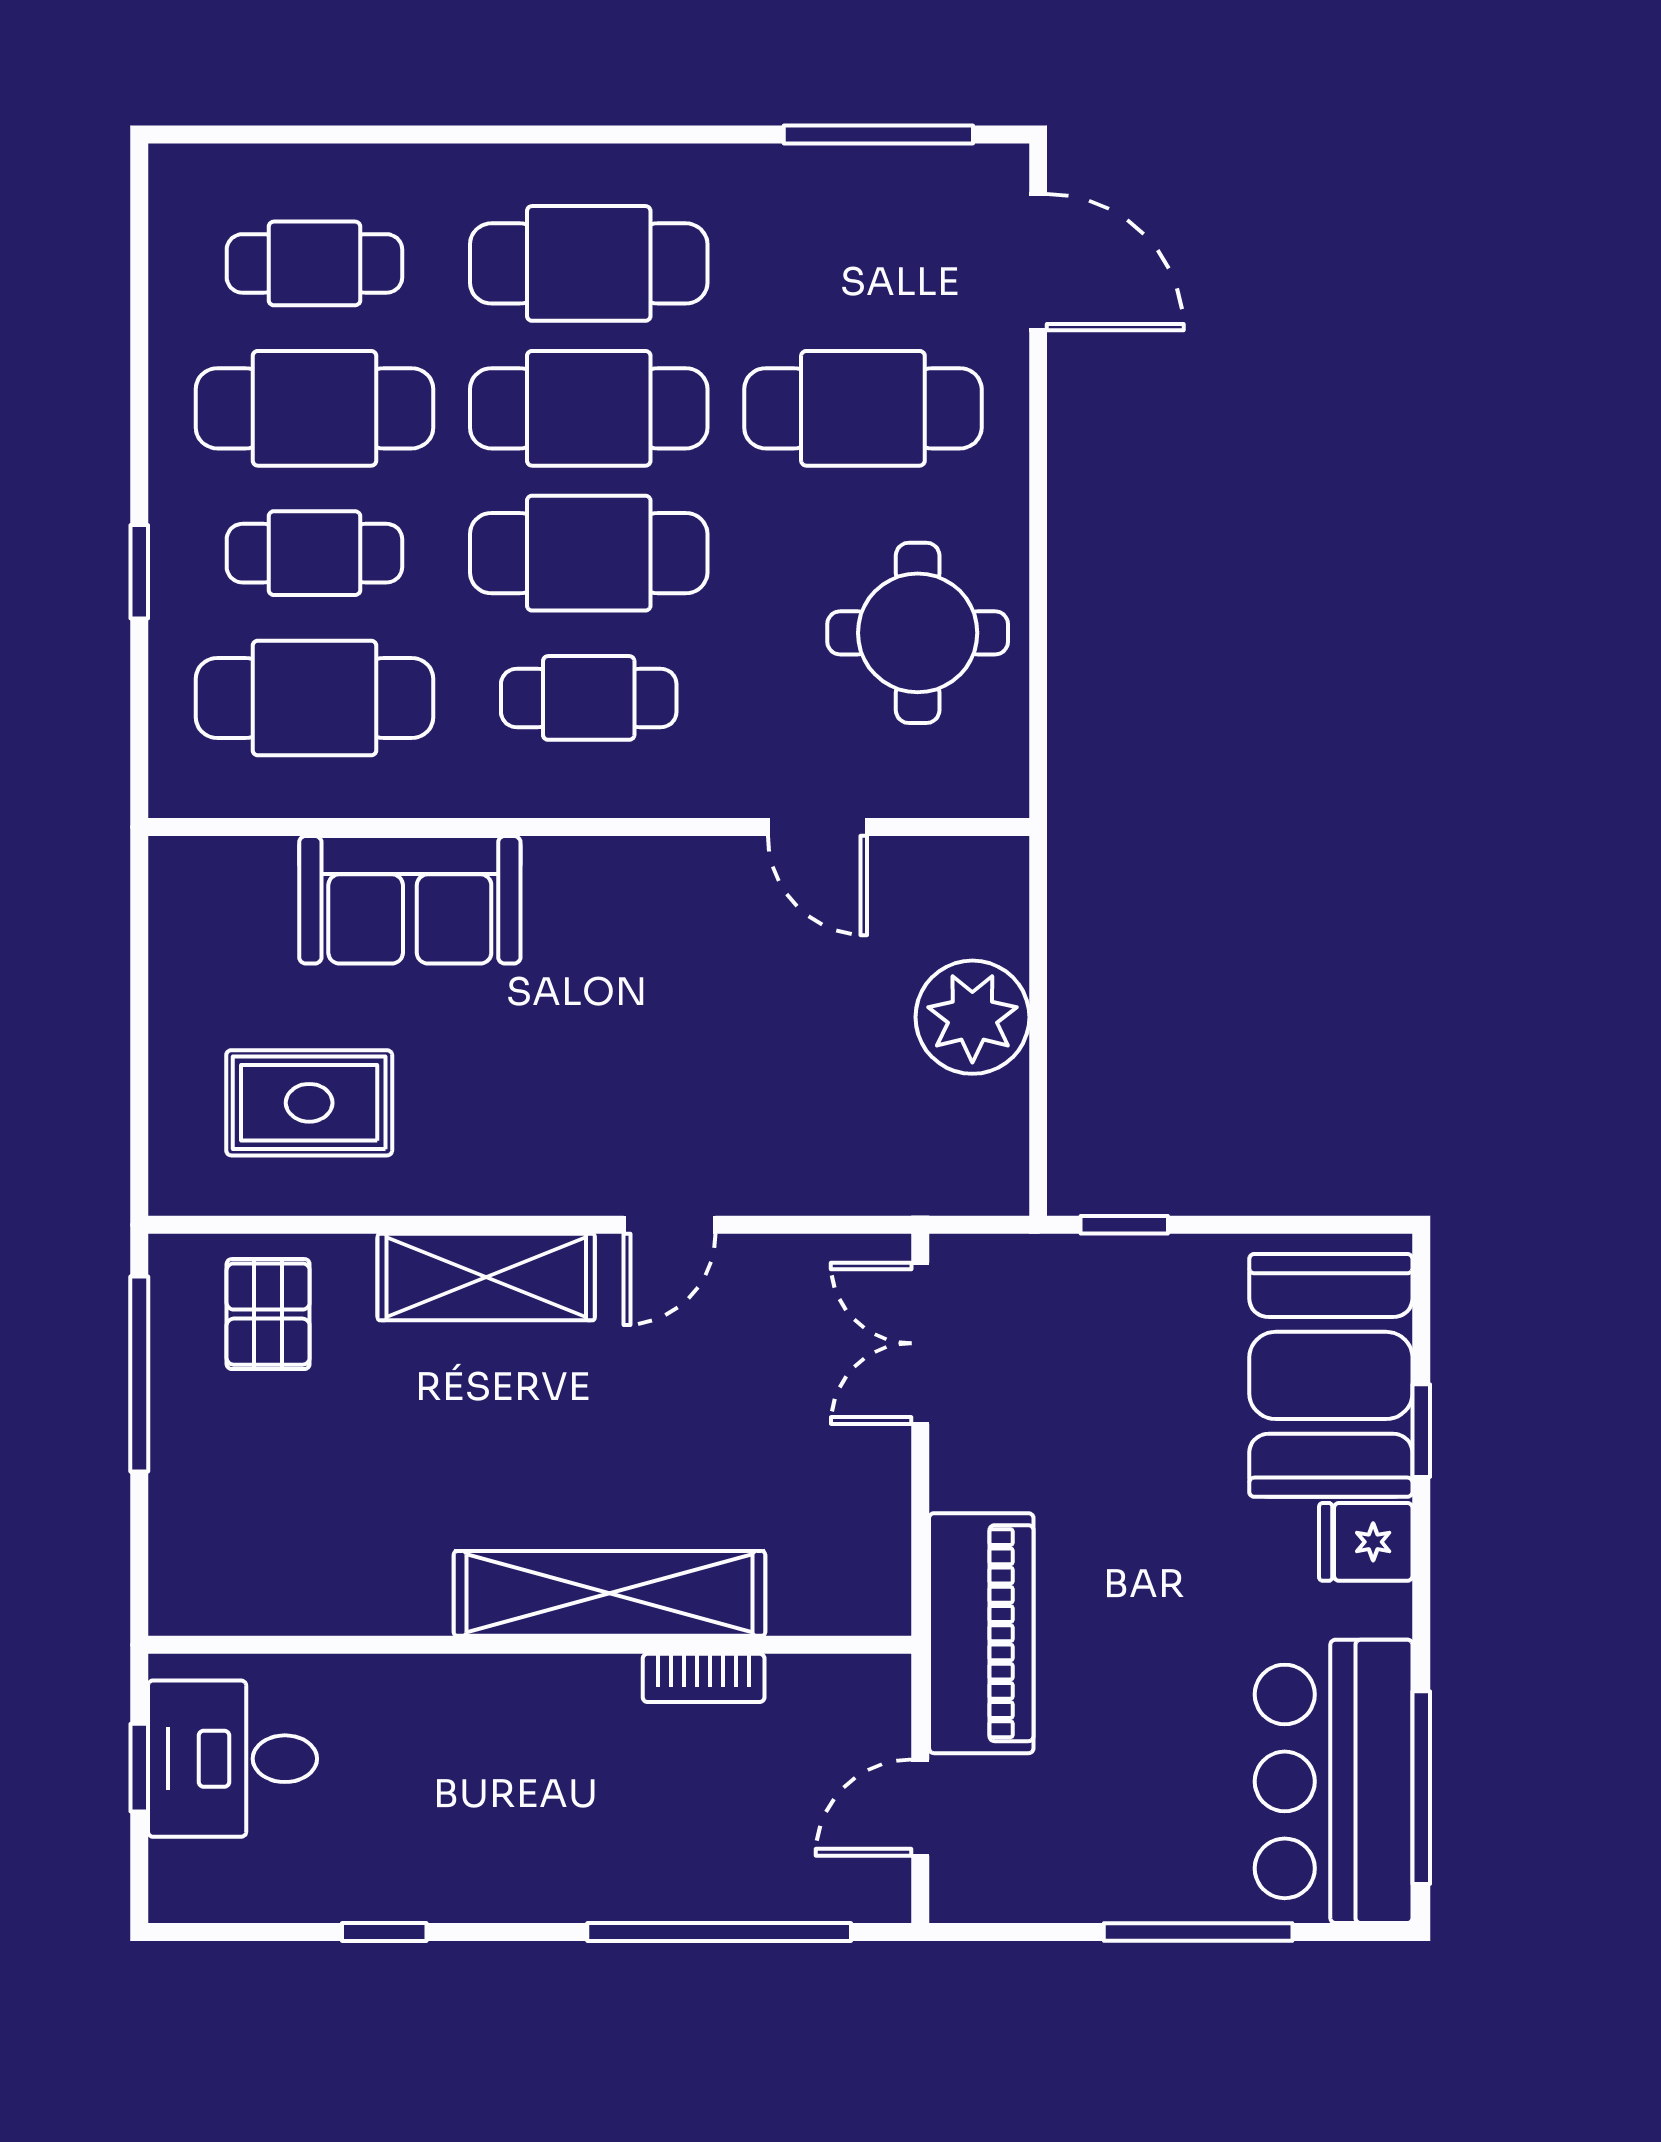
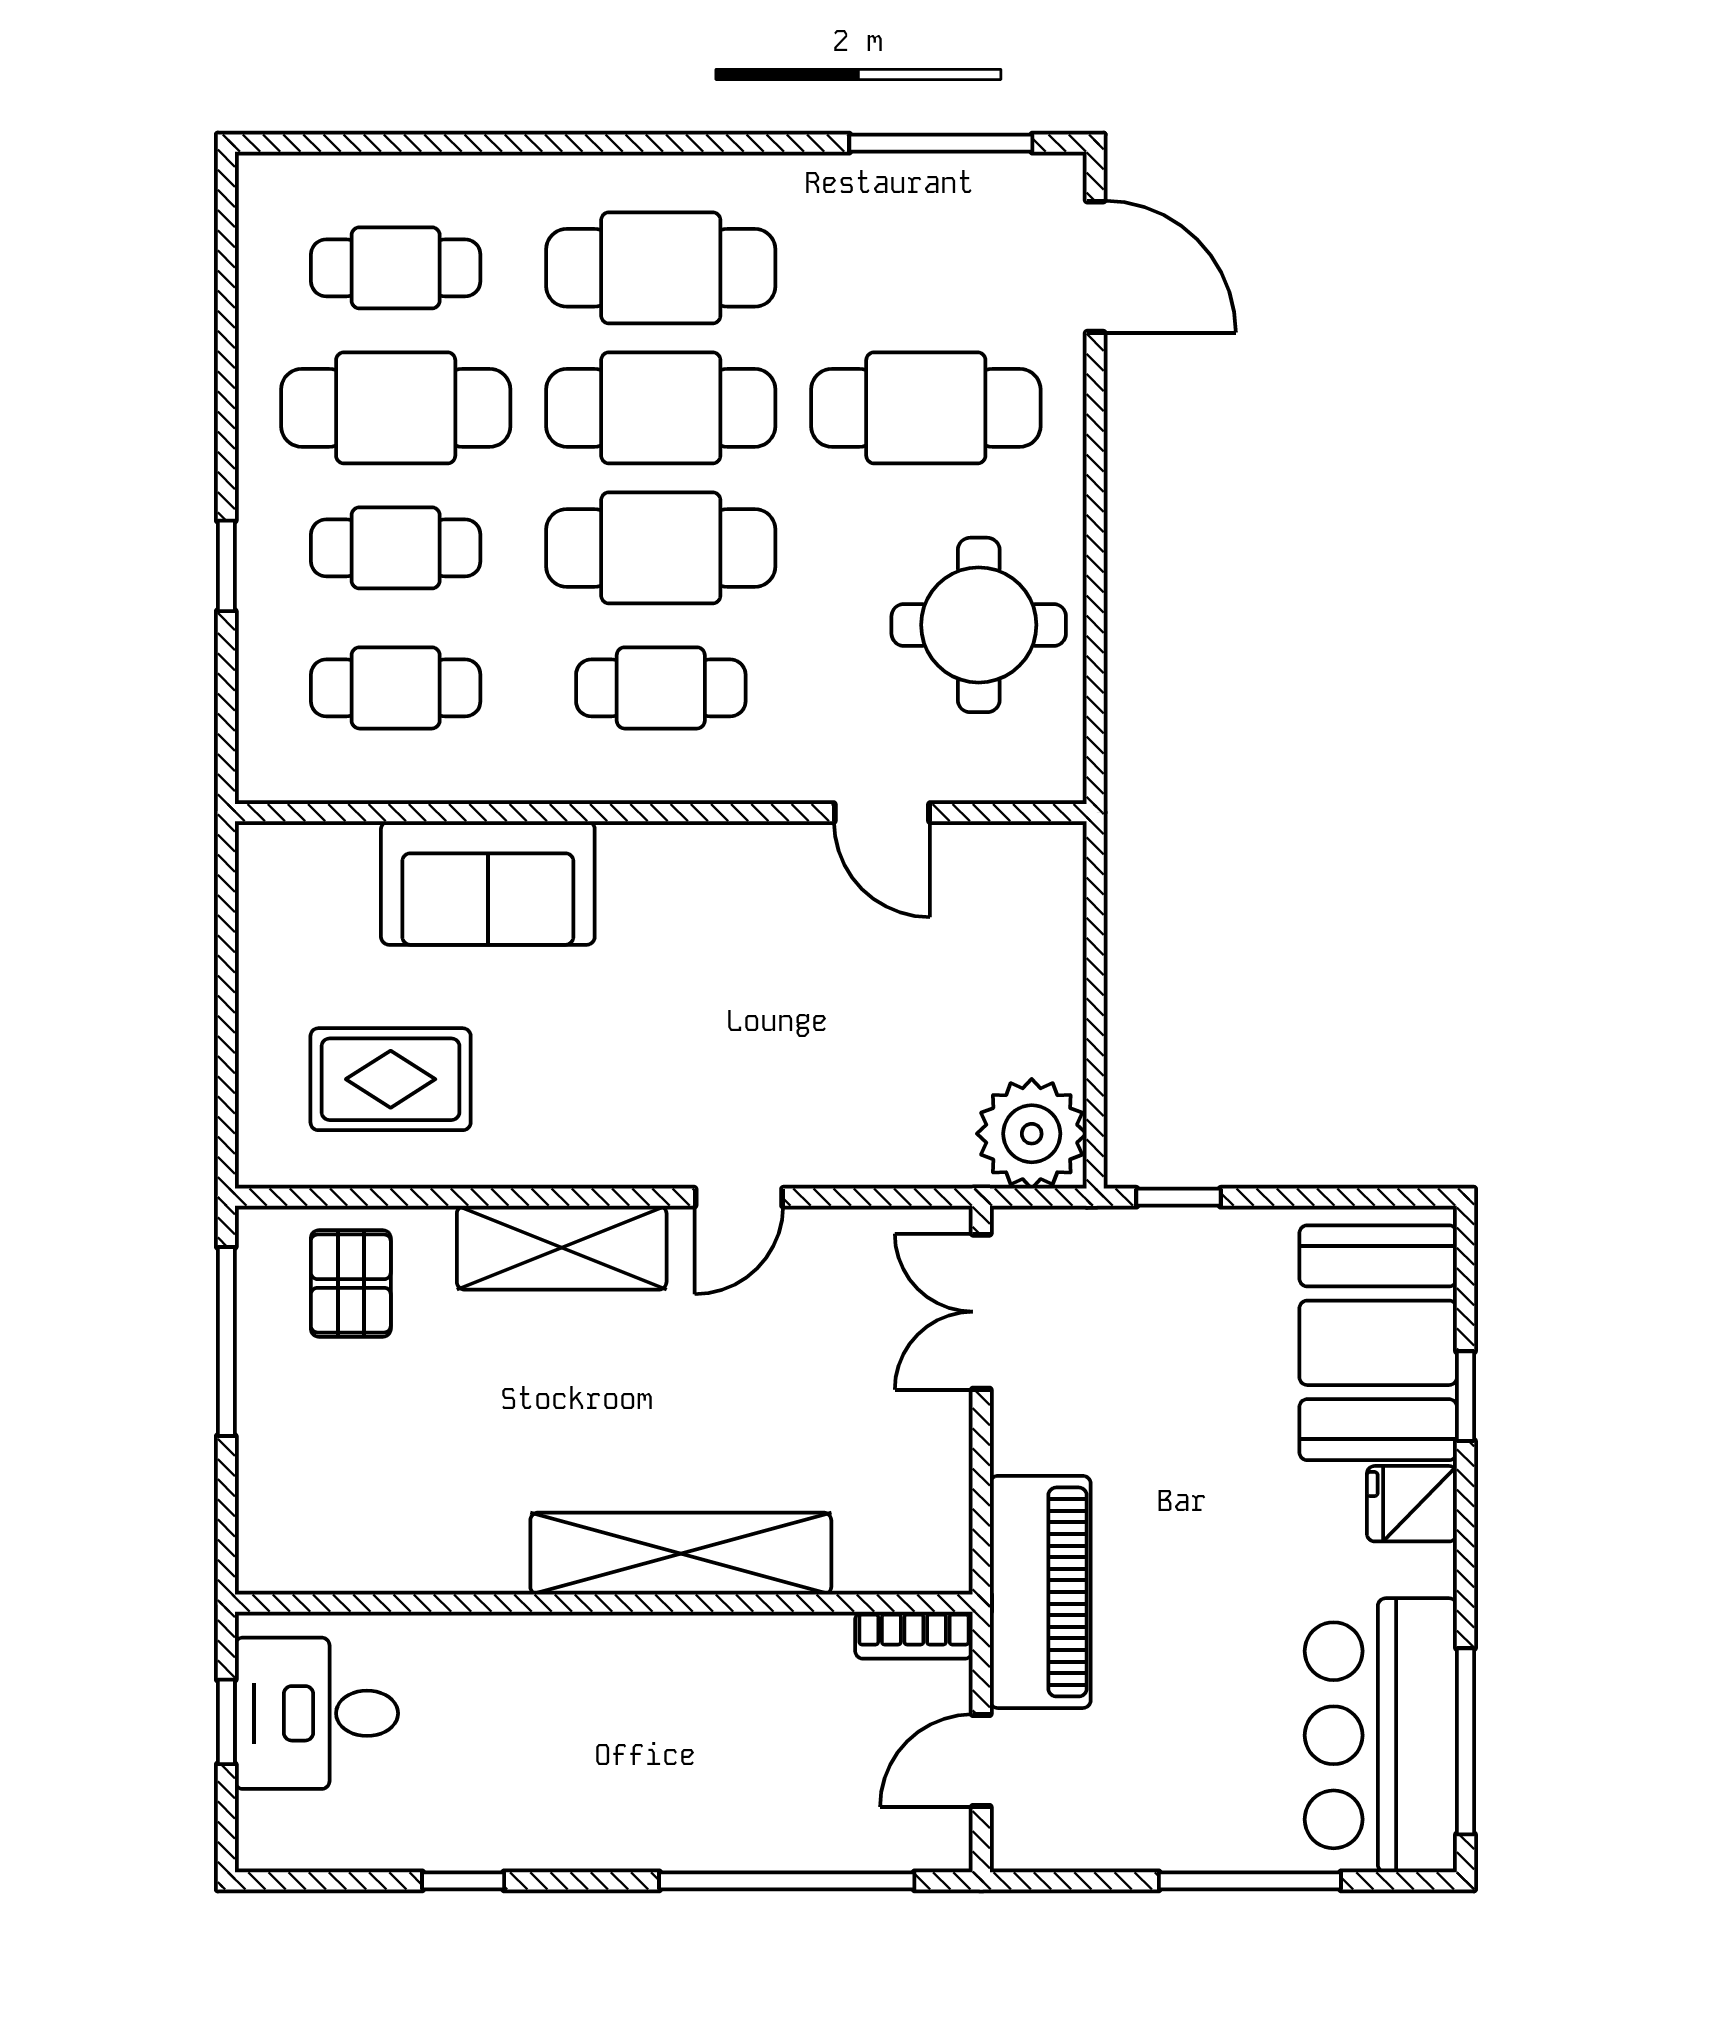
cafe table: (314, 698) -> (396, 688), width x0.73, depth x0.74
plant: (972, 1017) -> (1032, 1134), moved
bookcase: (704, 1678) -> (914, 1635), moved

